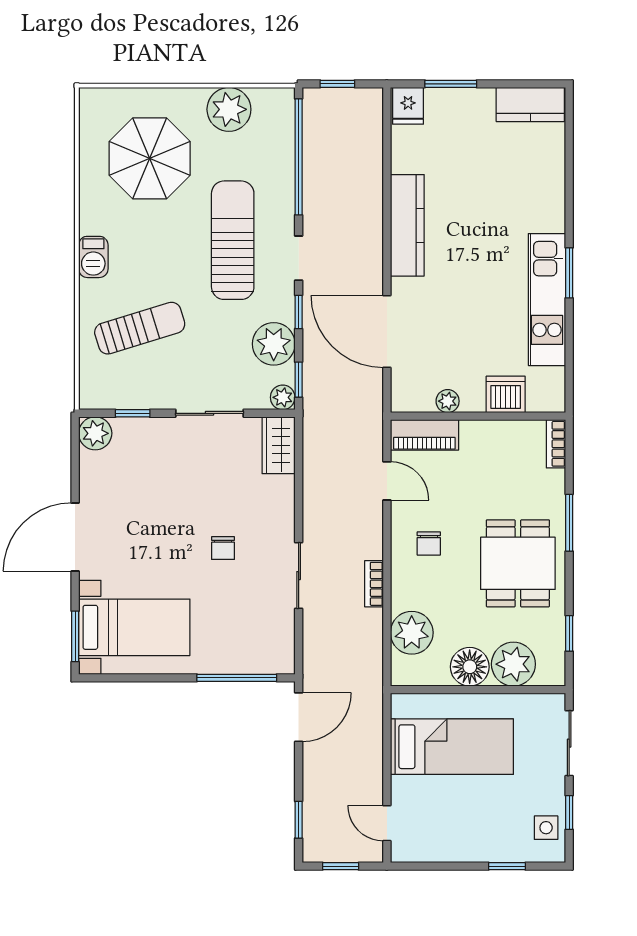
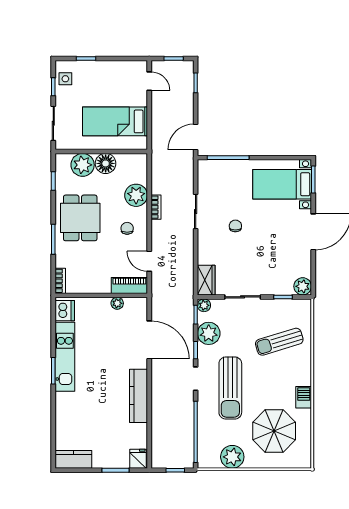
barbecue: (93, 257) -> (304, 397), moved
dishwasher: (506, 394) -> (65, 311), moved, turned -90
plant: (412, 633) -> (136, 195), moved

